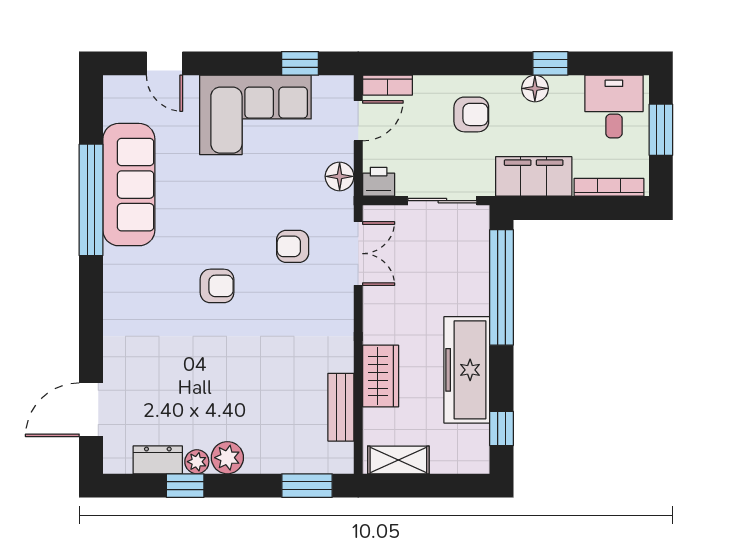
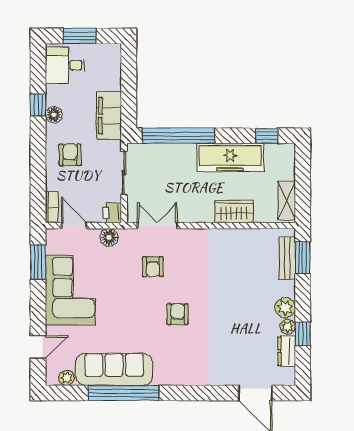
window: (300, 63) -> (38, 262), width x1.50
plant: (115, 109) -> (67, 378), added
bookcase: (609, 187) -> (116, 68), removed
bench: (341, 407) -> (287, 258), moved, turned 90

